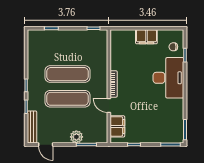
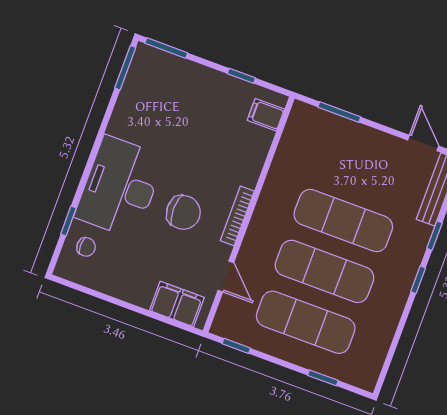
filing cabinet: (146, 37) -> (177, 304), moved
exercise mat: (68, 49) -> (306, 322), added
chair: (137, 77) -> (183, 212), added
door: (109, 105) -> (226, 276), moved
filing cabinet: (117, 126) -> (266, 115), width x0.50
plant: (76, 137) -> (354, 135), removed

